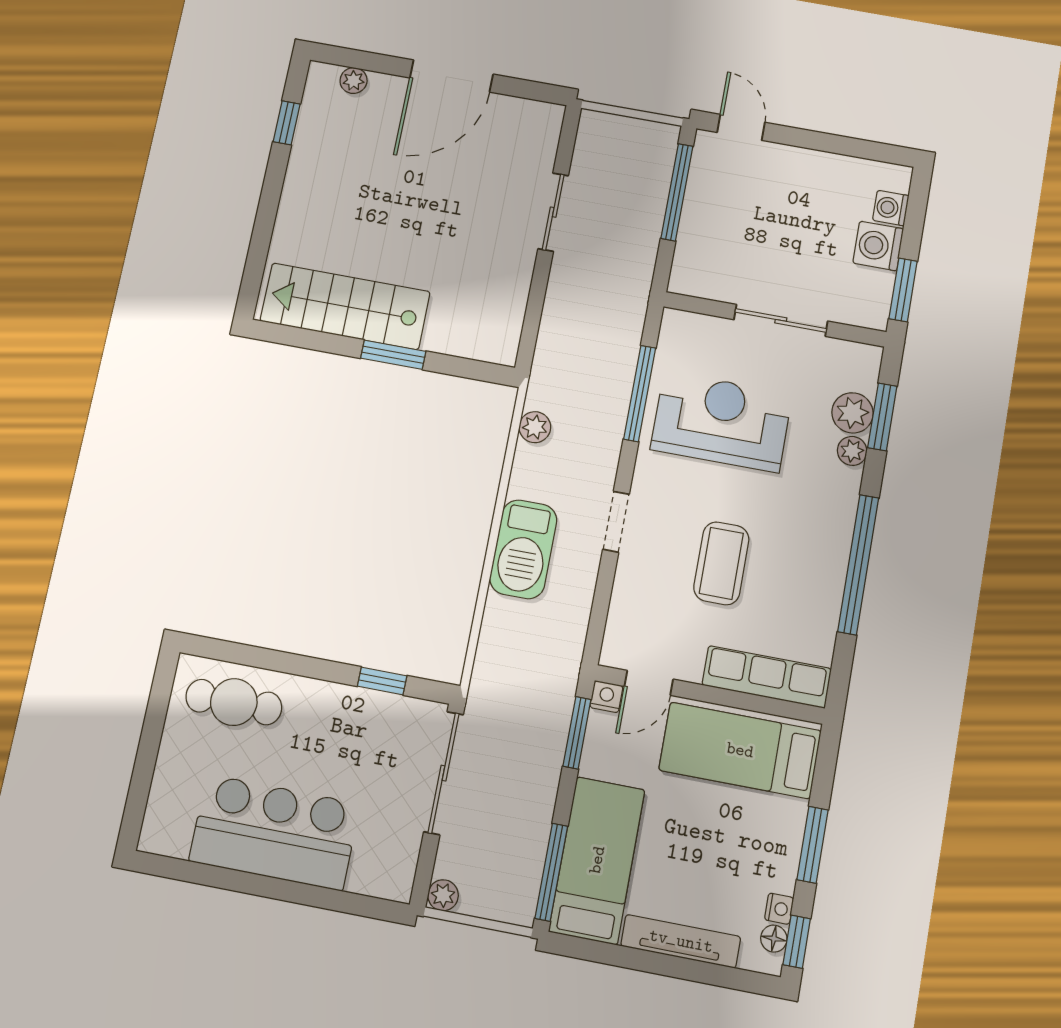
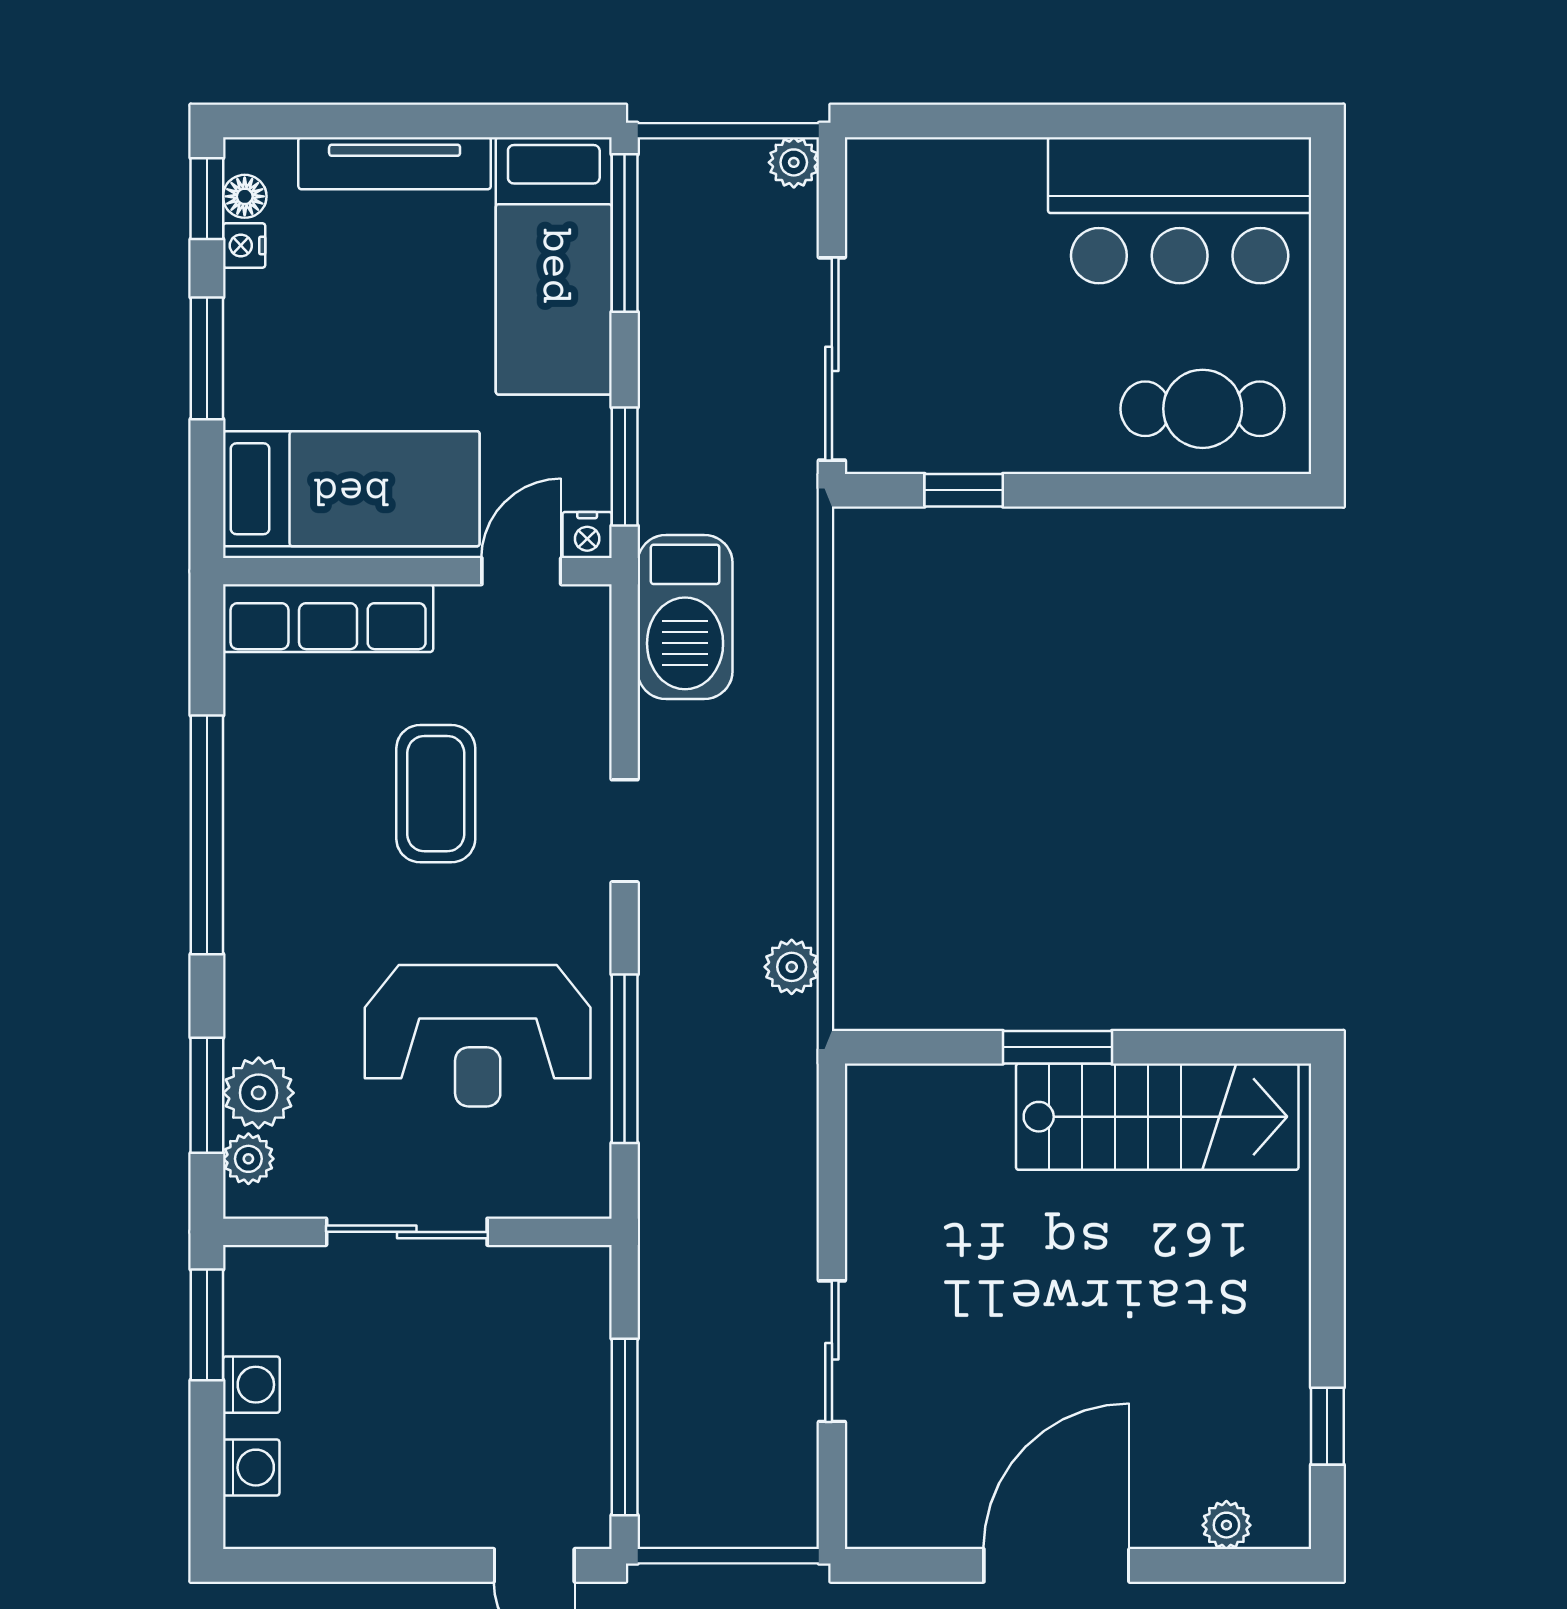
washing machine: (878, 246) -> (251, 1385), width x0.73, depth x0.73
plant: (852, 451) -> (248, 1159), moved
barbecue: (523, 549) -> (685, 617), moved, turned 180
bar counter: (274, 832) -> (1180, 210), moved

